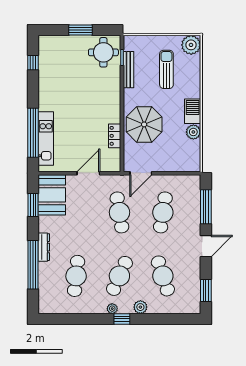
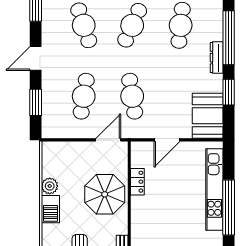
window: (33, 133) -> (229, 207), moved
kitchen unit: (46, 139) -> (214, 189), width x1.36
window: (33, 205) -> (229, 92), moved
window: (206, 207) -> (36, 102), width x0.69

